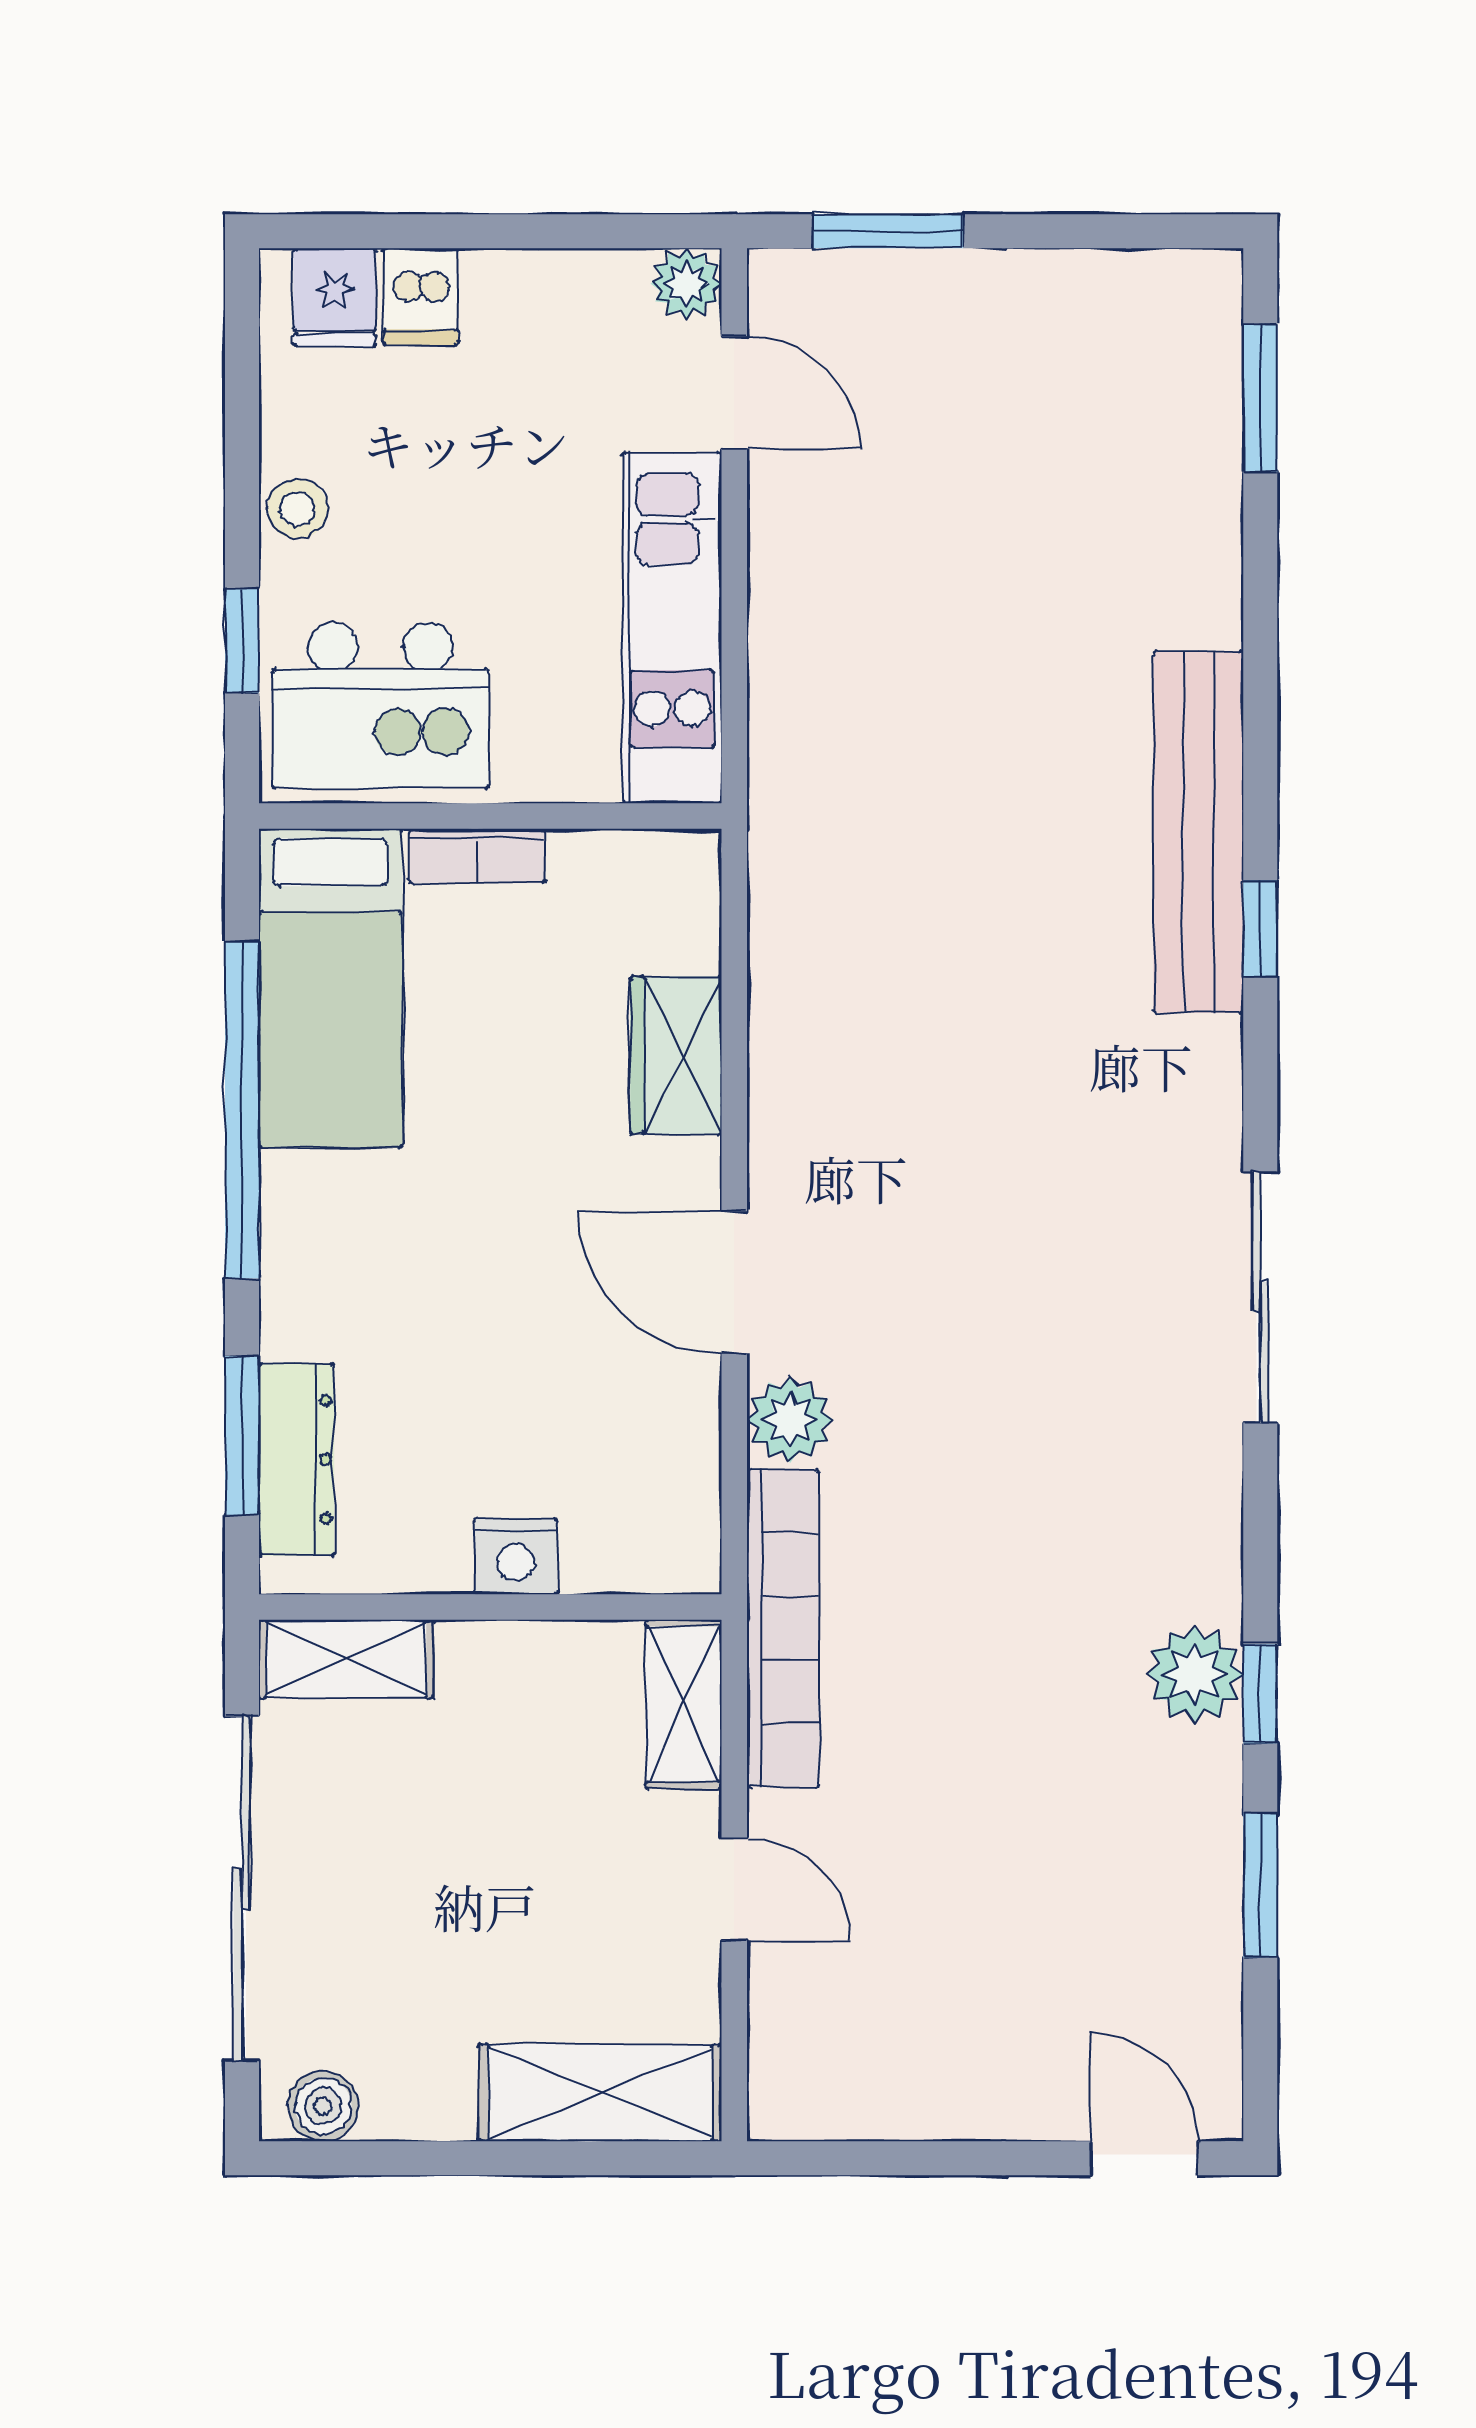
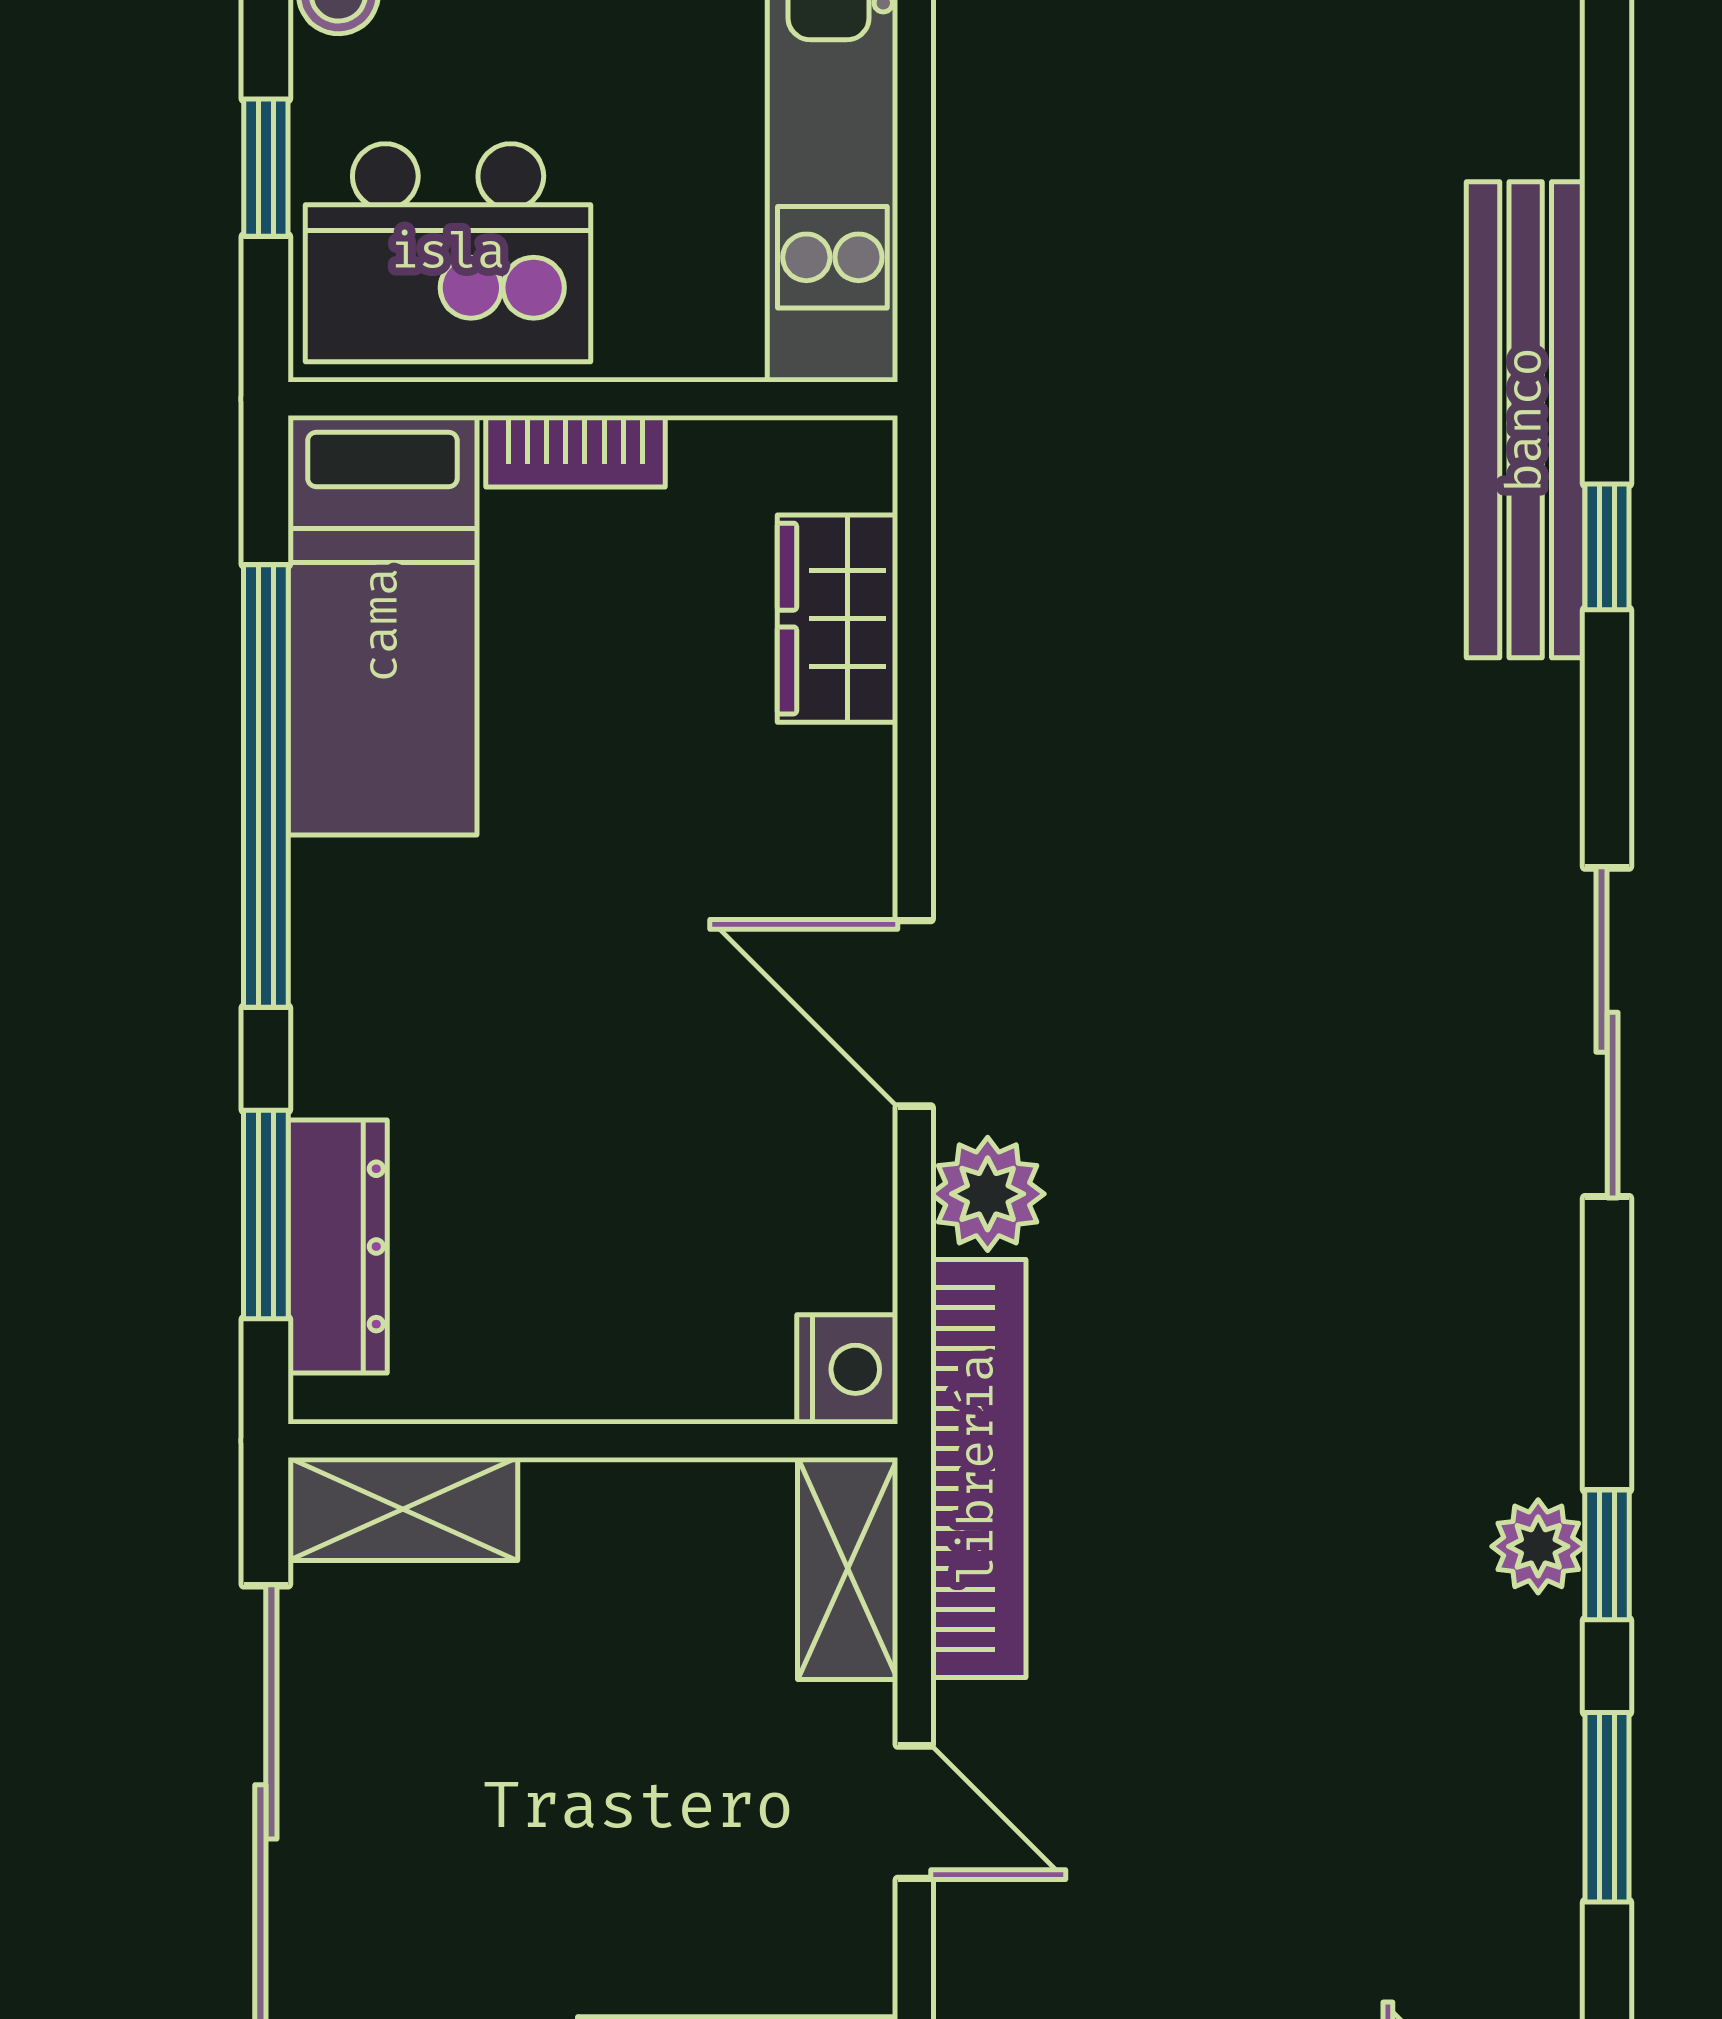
wardrobe: (676, 1055) -> (837, 619), moved
nightstand: (516, 1556) -> (847, 1369), moved, turned -90
plant: (1195, 1674) -> (1538, 1546), width x0.73, depth x0.73

